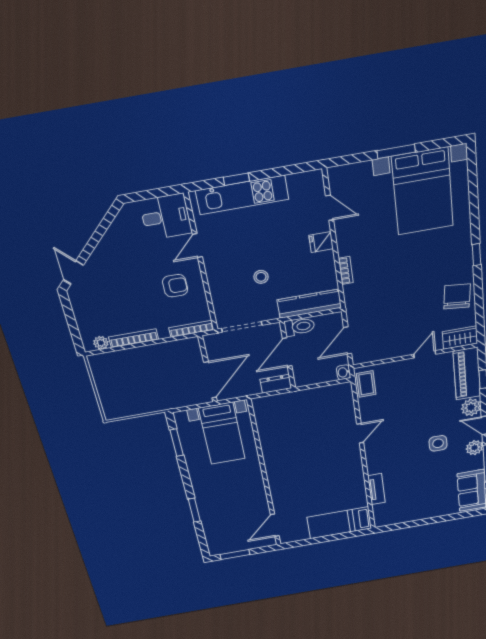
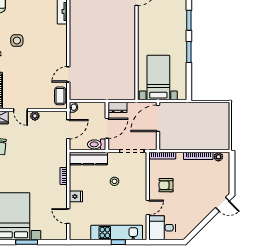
door: (73, 272) -> (222, 204), hinge flipped
plant: (402, 350) -> (35, 116), added
door: (425, 354) -> (21, 110), hinge flipped
door: (360, 433) -> (68, 74), moved
window: (177, 443) -> (189, 52), moved

